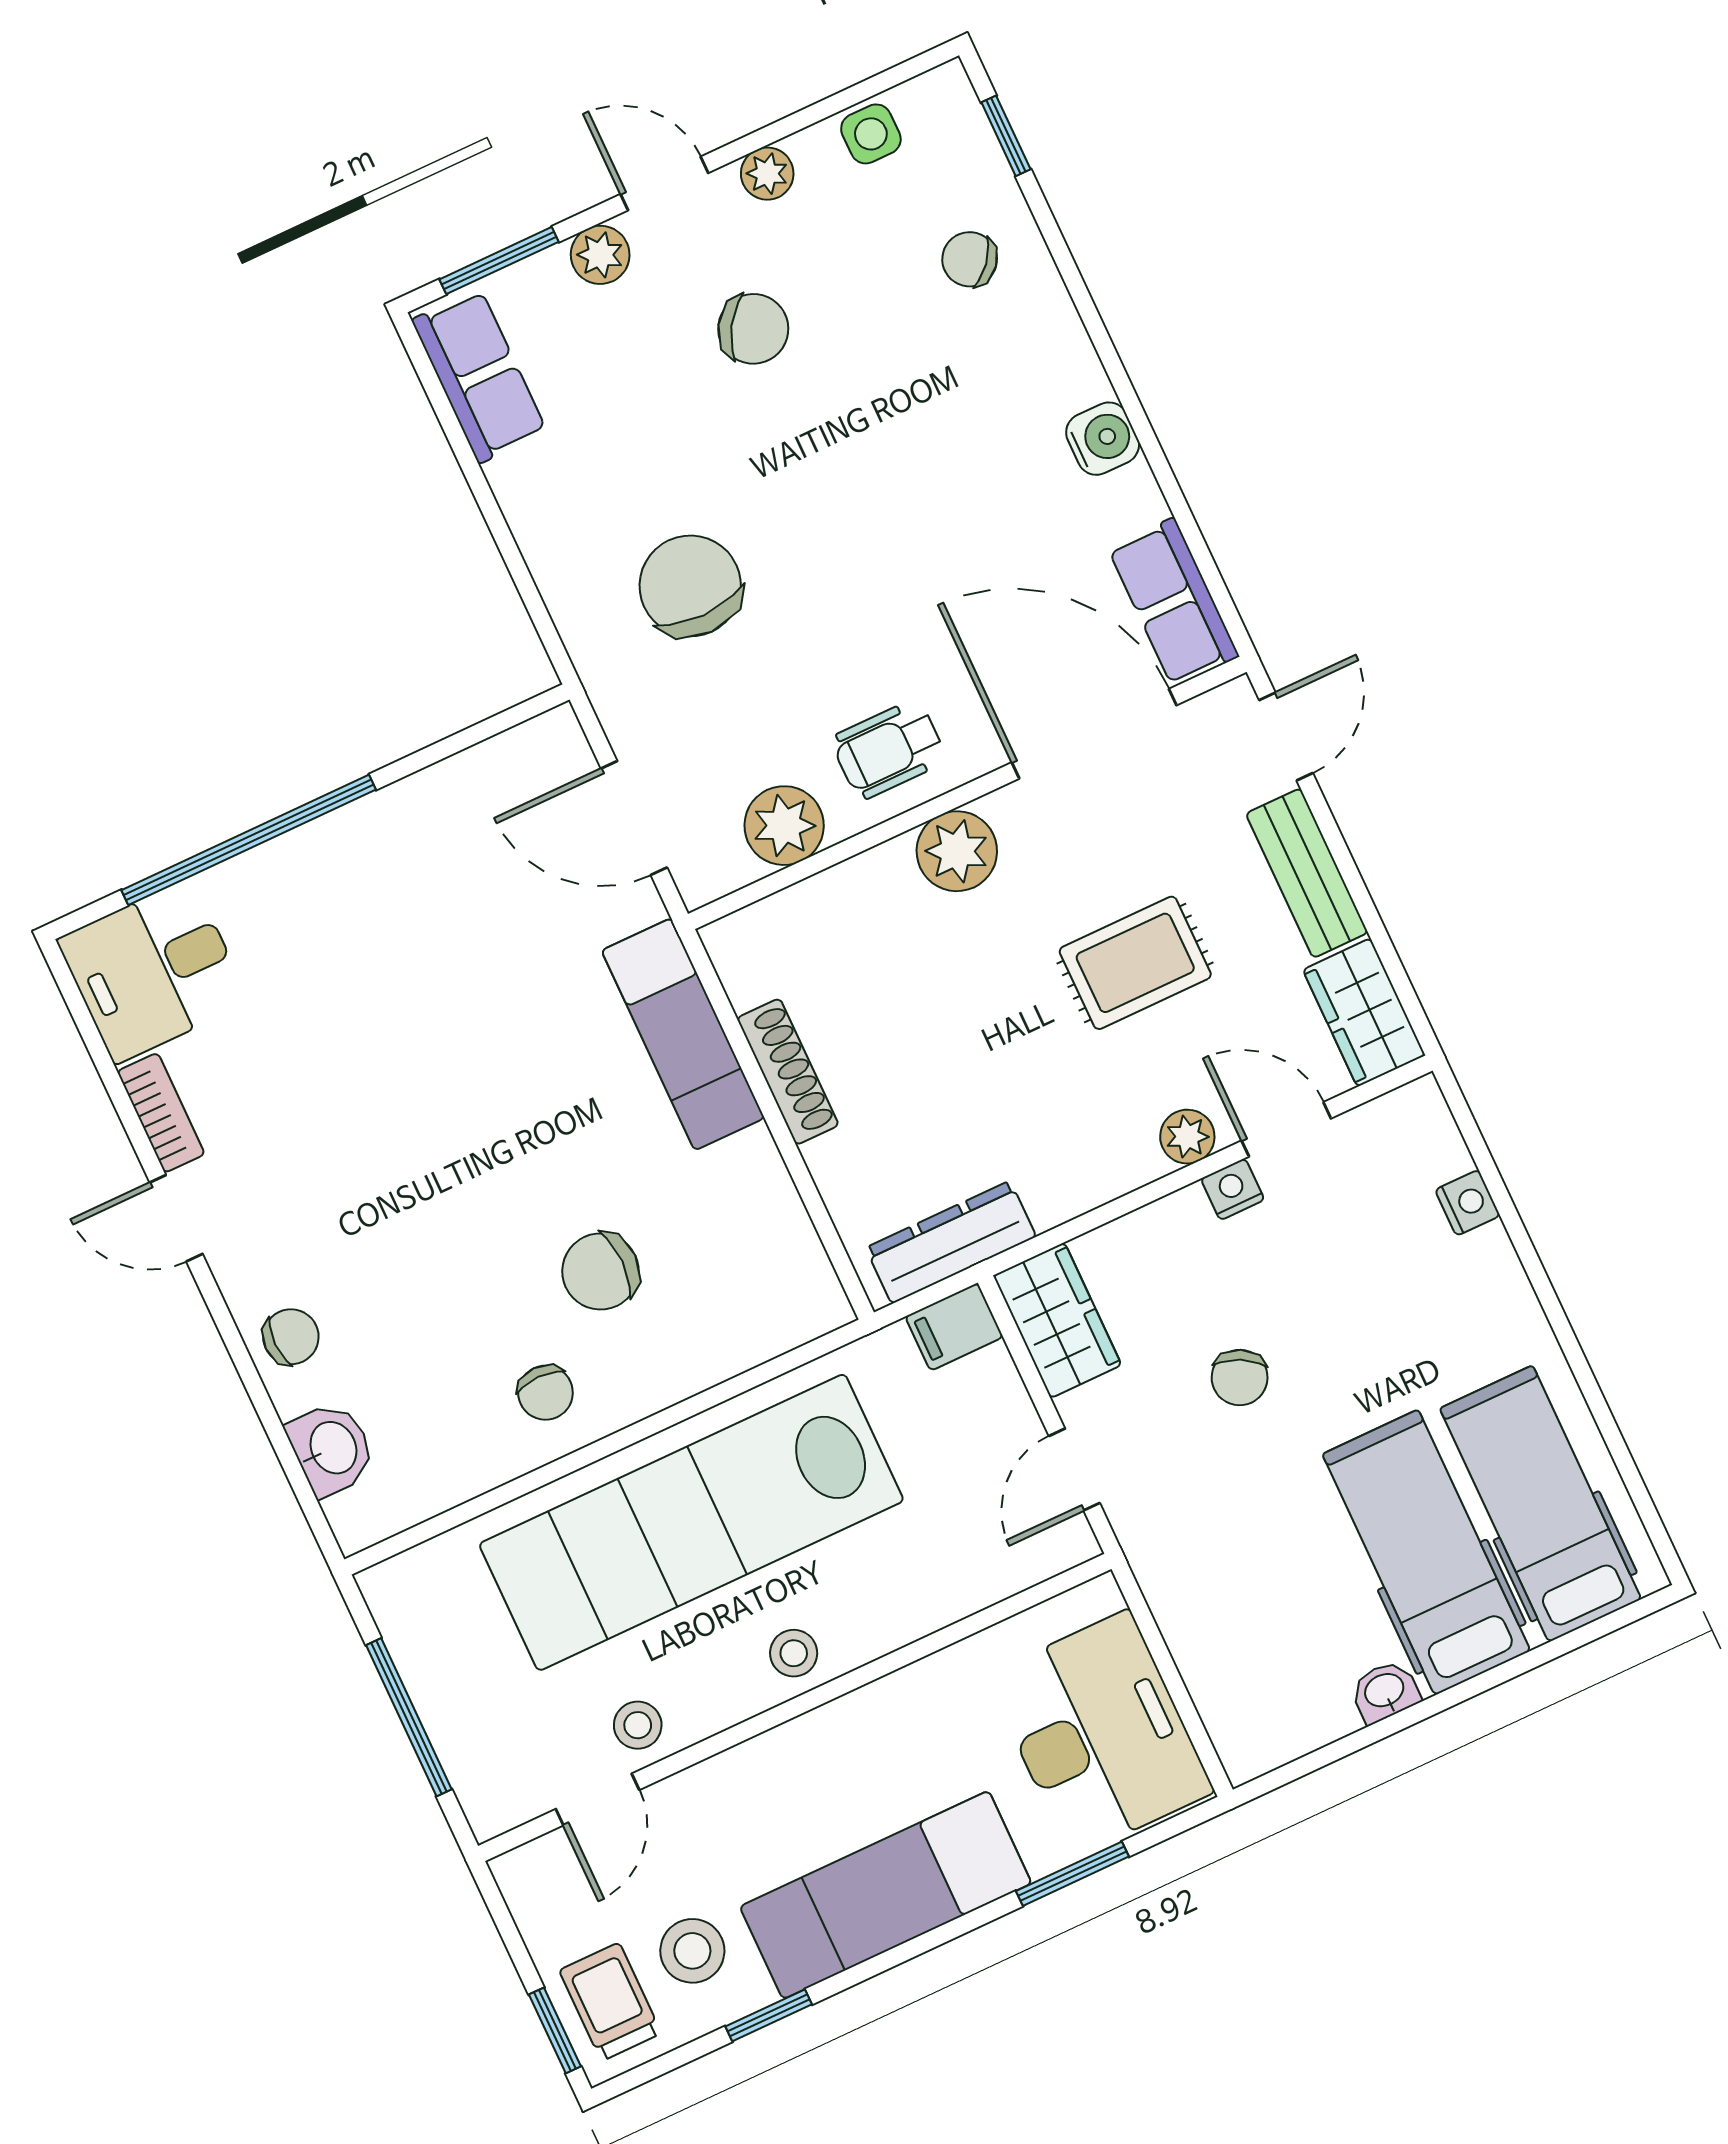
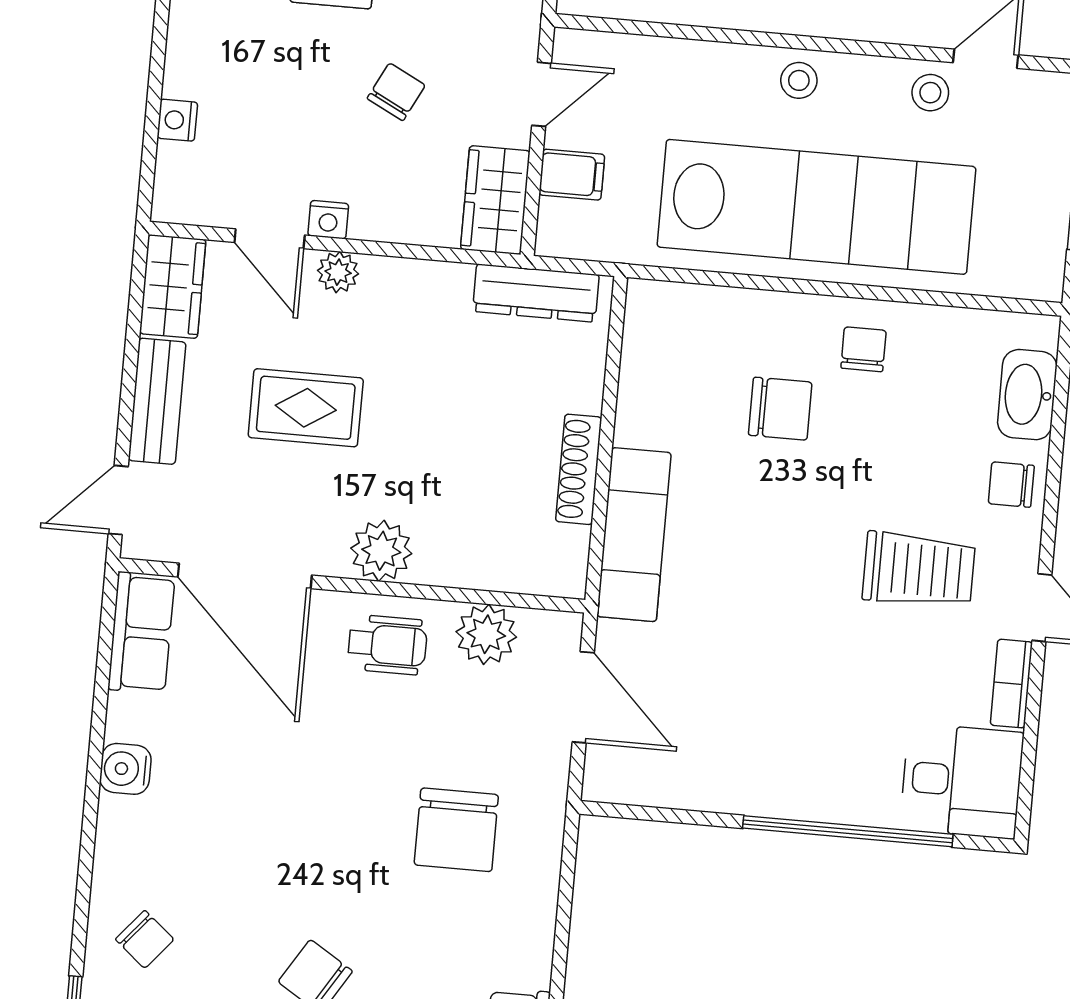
trolley: (339, 1181) -> (919, 570), added
filing cabinet: (954, 1327) -> (572, 175), moved
washbasin: (332, 1449) -> (1027, 395), width x1.38

